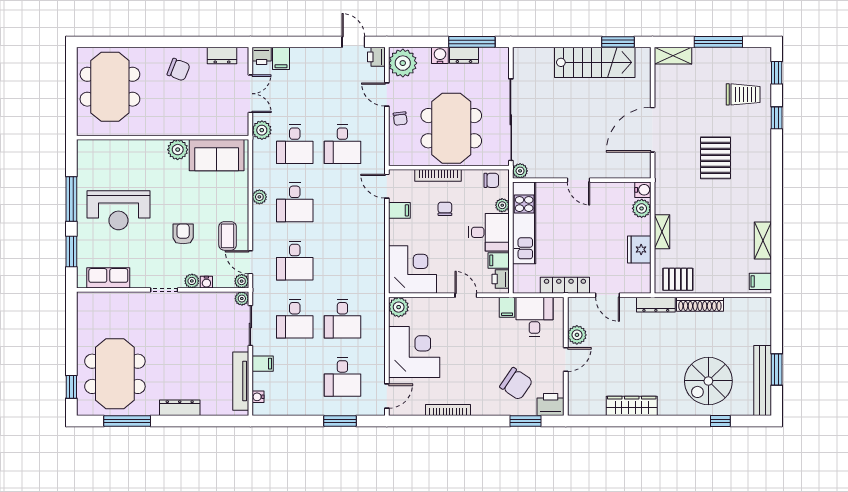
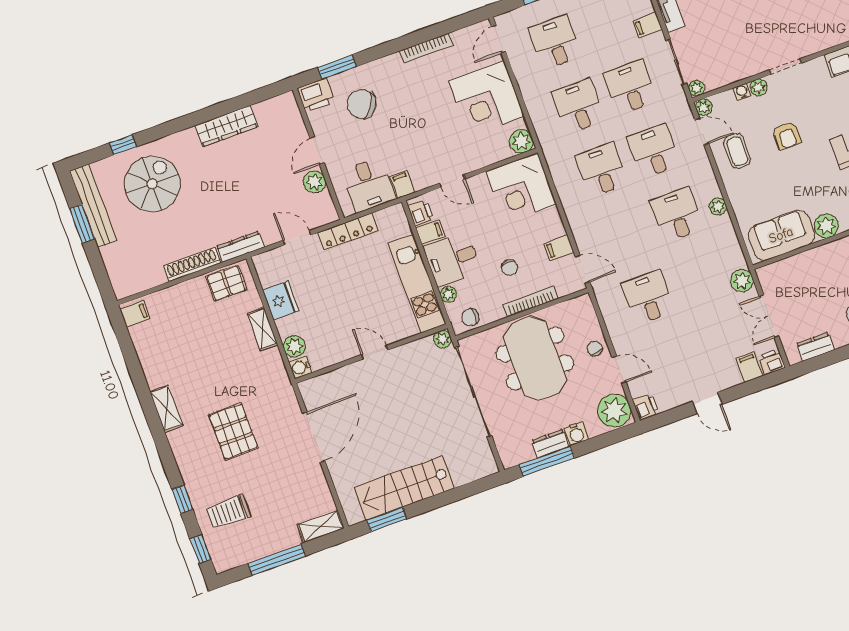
door: (353, 42) -> (707, 403), moved
desk: (295, 144) -> (601, 170), moved
shelving: (763, 241) -> (166, 409), moved

